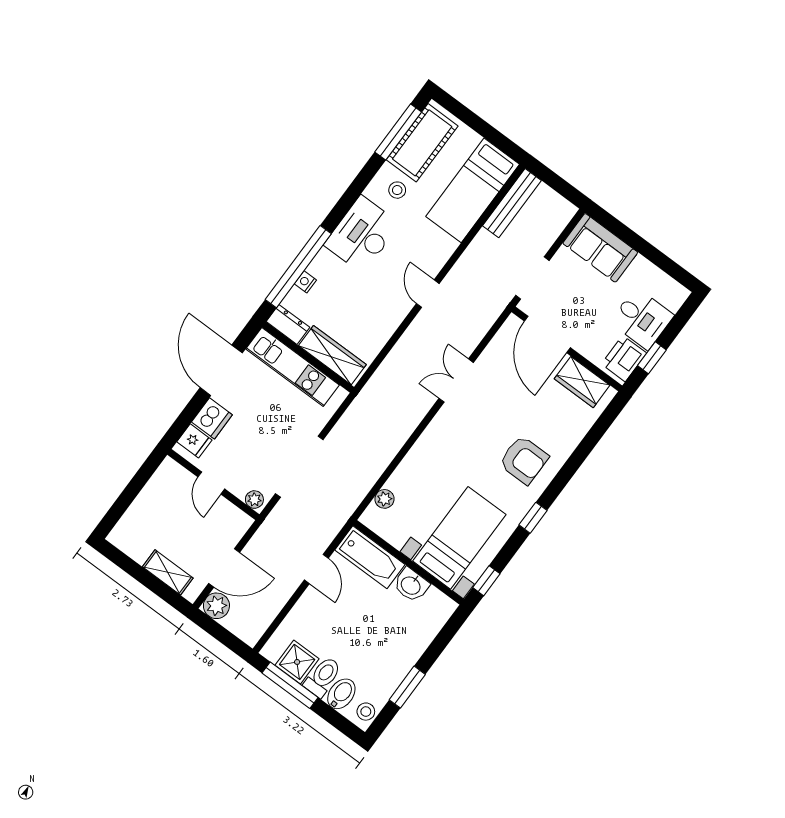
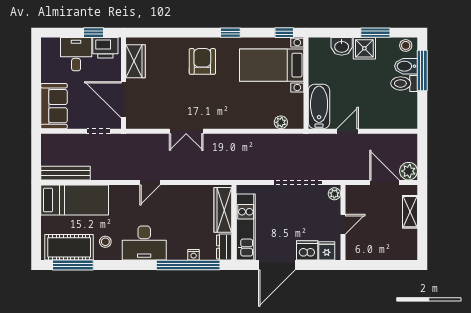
doorway: (532, 278) -> (98, 131), width x0.73
door: (547, 334) -> (123, 100), swing flipped
washbasin: (411, 585) -> (342, 46), moved, turned 90
shower: (297, 662) -> (364, 48), moved
window: (290, 685) -> (422, 71), moved

